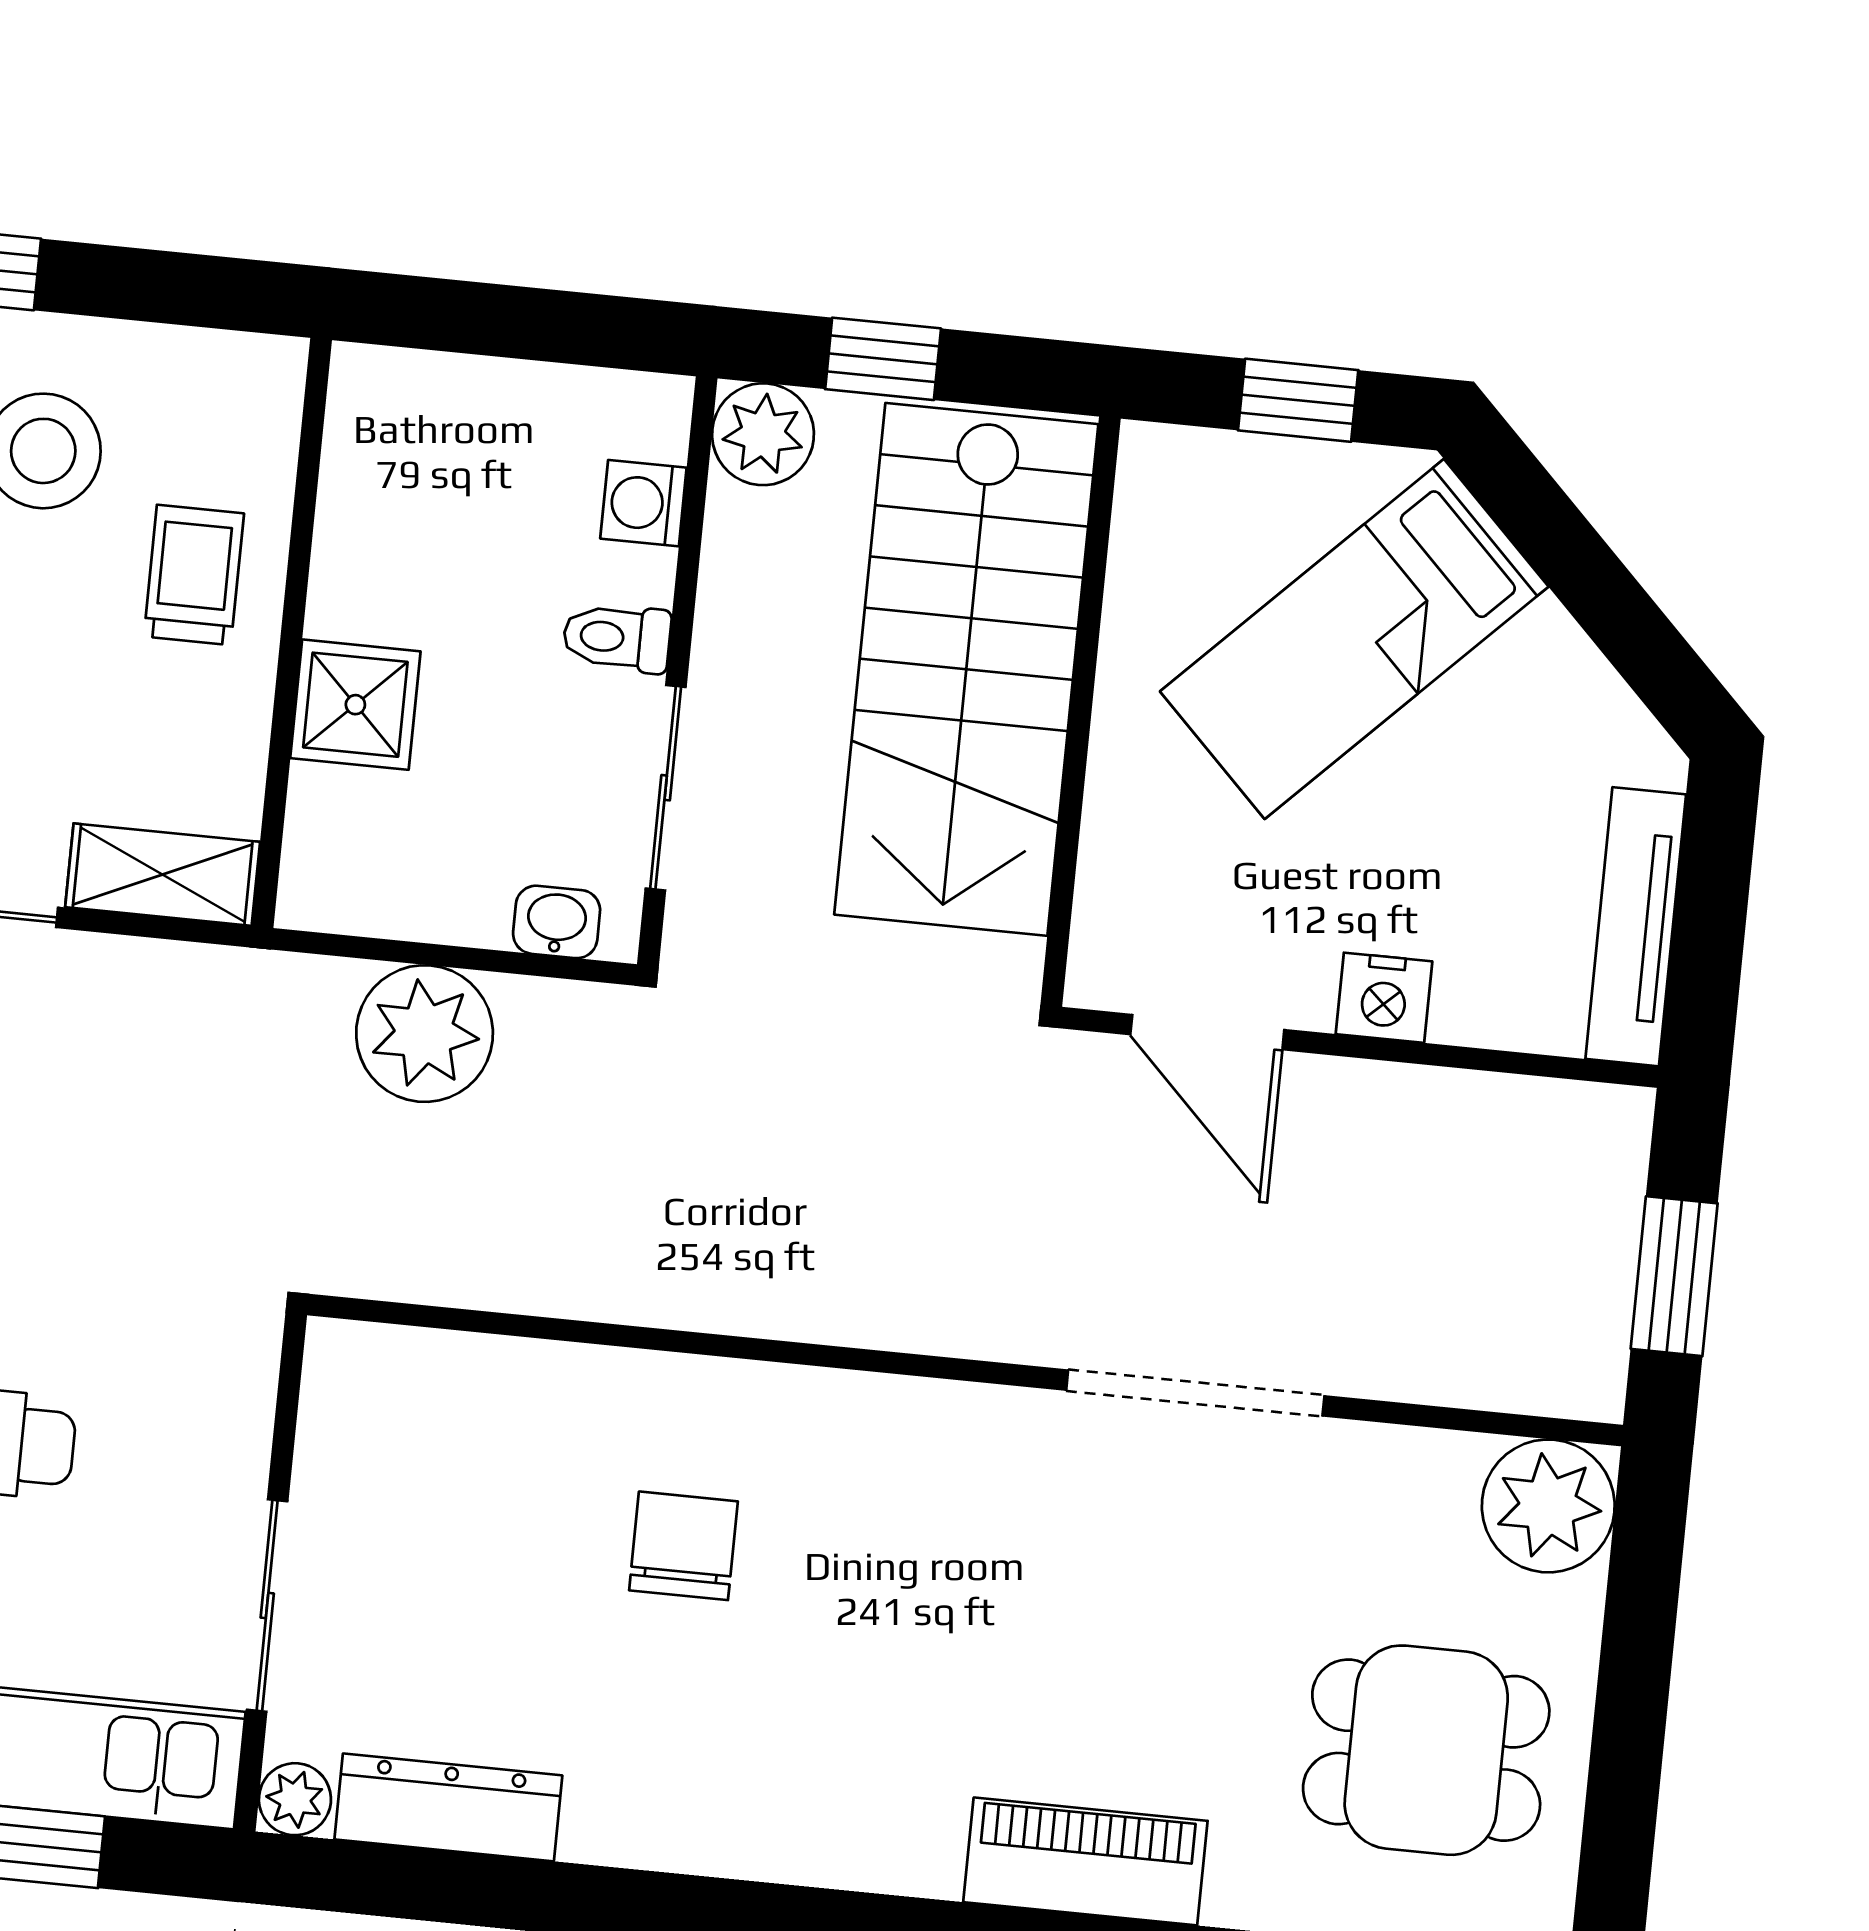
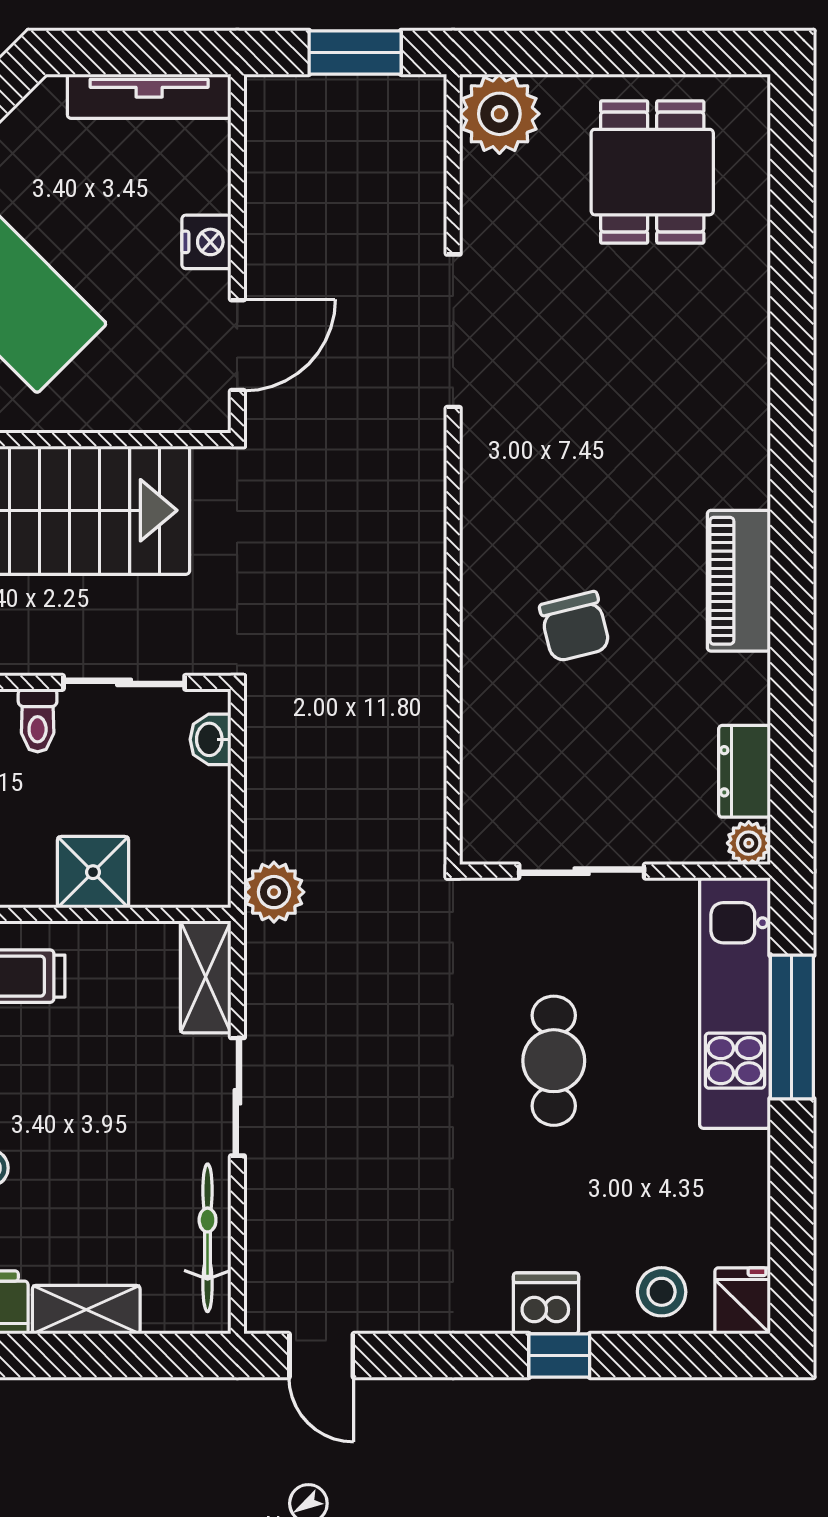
plant: (425, 1034) -> (274, 892), moved, width x0.73, depth x0.73
chair: (683, 1546) -> (575, 627), turned -104
sliding door: (267, 1606) -> (582, 871), moved
dresser: (448, 1807) -> (744, 771), width x0.70
piano: (1085, 1861) -> (739, 581), moved

